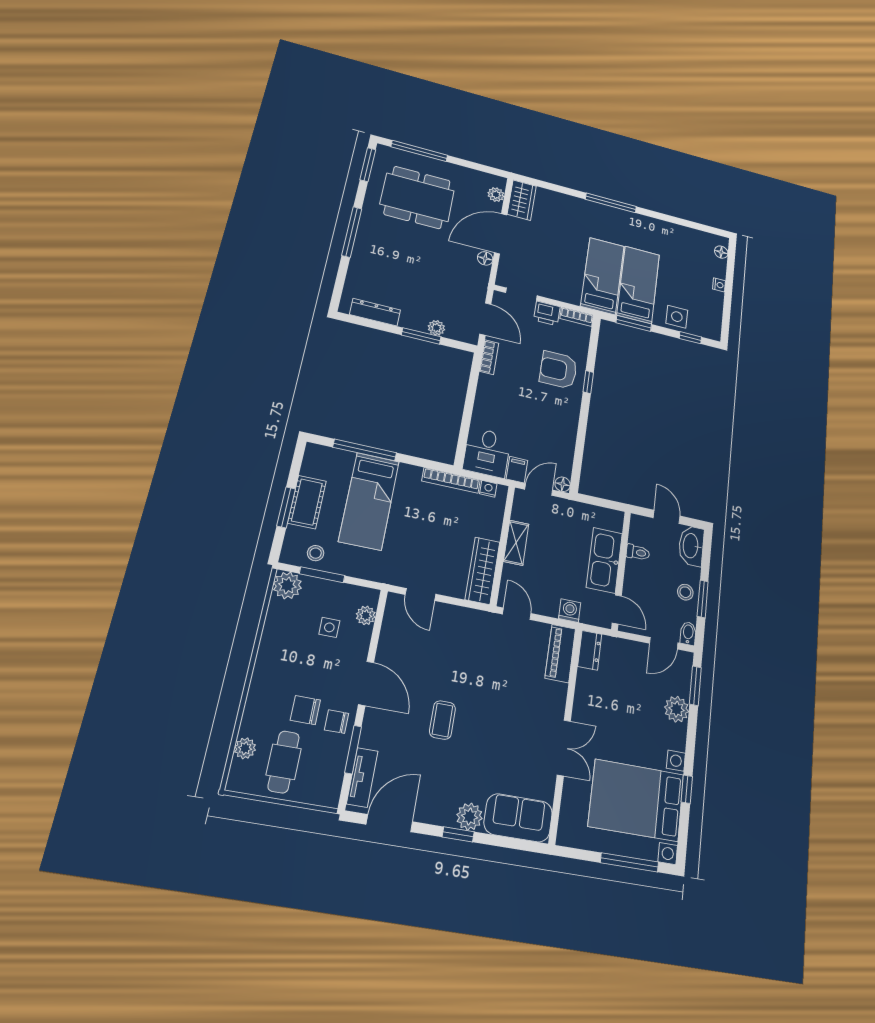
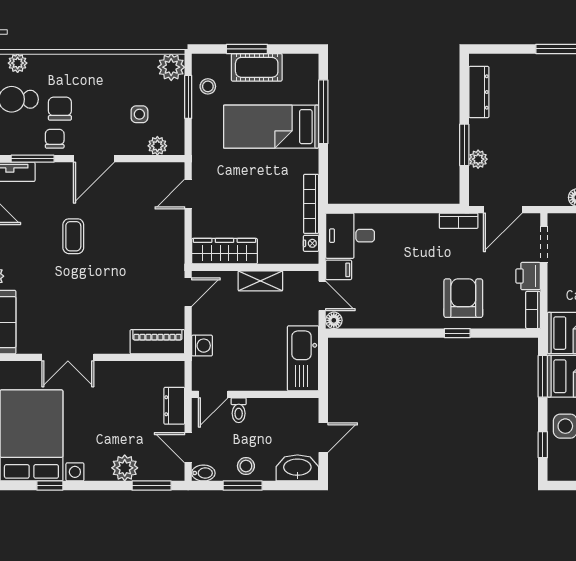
toilet: (638, 552) -> (239, 410), moved
kitchen sink: (604, 560) -> (303, 358), moved, turned -90
dresser: (590, 650) -> (174, 406), moved, turned 90
coffee table: (442, 720) -> (73, 236), turned 90

